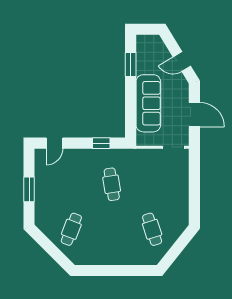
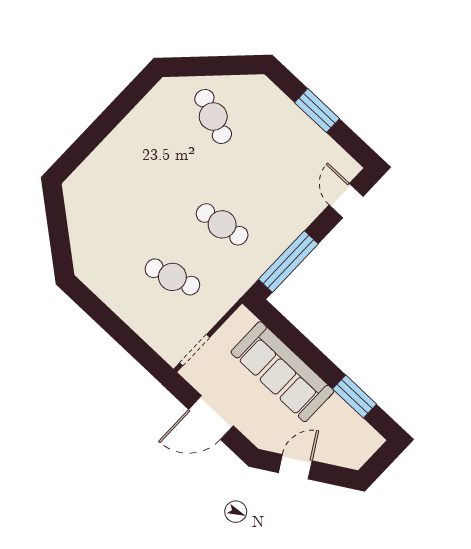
window: (101, 143) -> (288, 262), width x2.17
cafe table: (152, 229) -> (172, 277), moved

